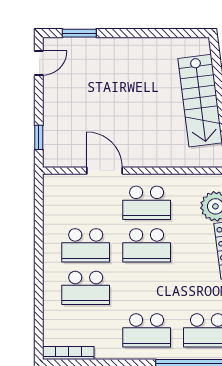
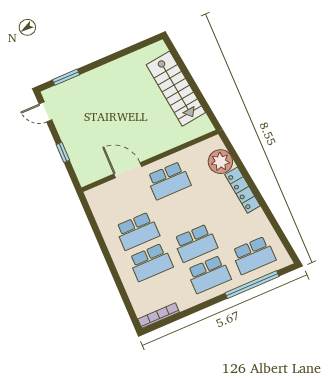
door: (39, 63) -> (46, 112), swing flipped
window: (39, 137) -> (63, 152), moved
school desk: (147, 245) -> (196, 243), moved

